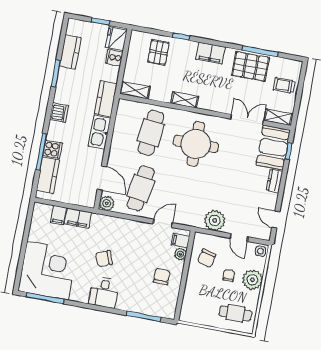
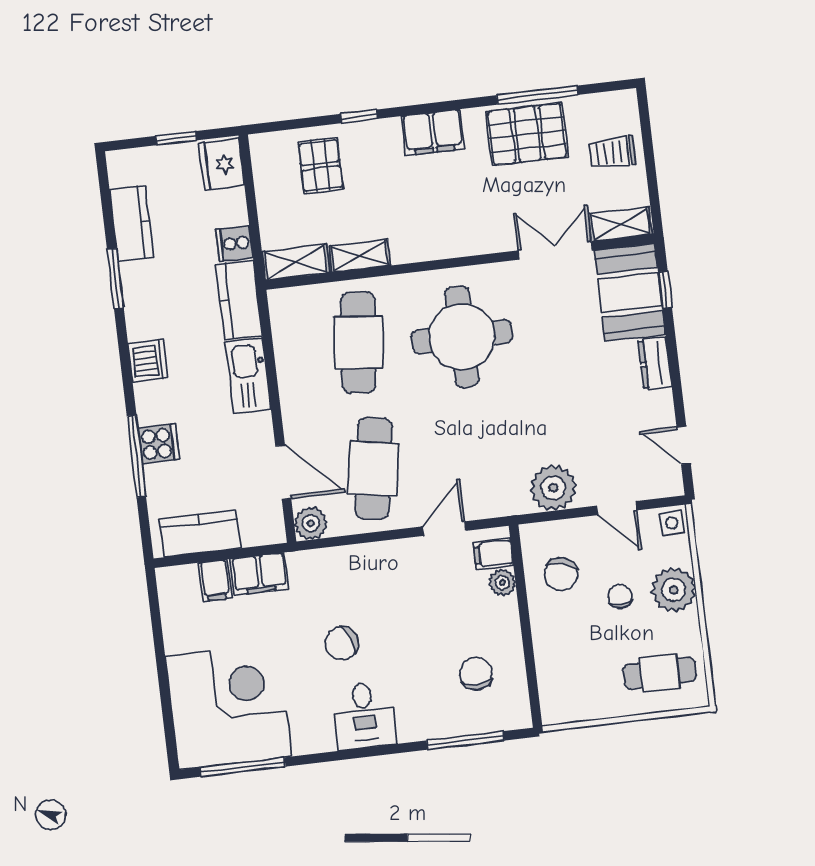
cooker: (114, 57) -> (234, 243), moved
shelving: (185, 100) -> (360, 256), moved
kitchen counter: (48, 175) -> (200, 534), moved, turned -90
chair: (162, 276) -> (476, 674), moved

